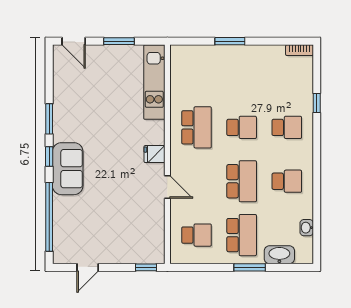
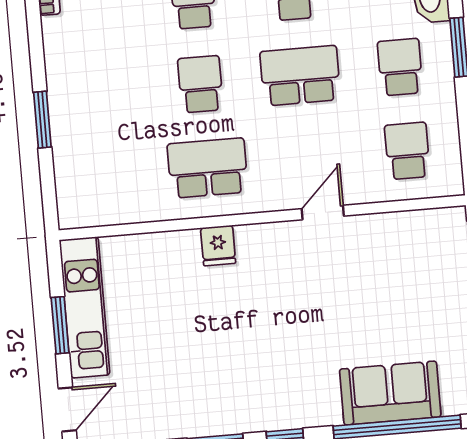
kitchen unit: (154, 82) -> (85, 307), moved, turned -90
fridge: (154, 154) -> (218, 246), moved
sofa: (68, 169) -> (390, 393), moved
school desk: (242, 235) -> (400, 67), width x0.54

